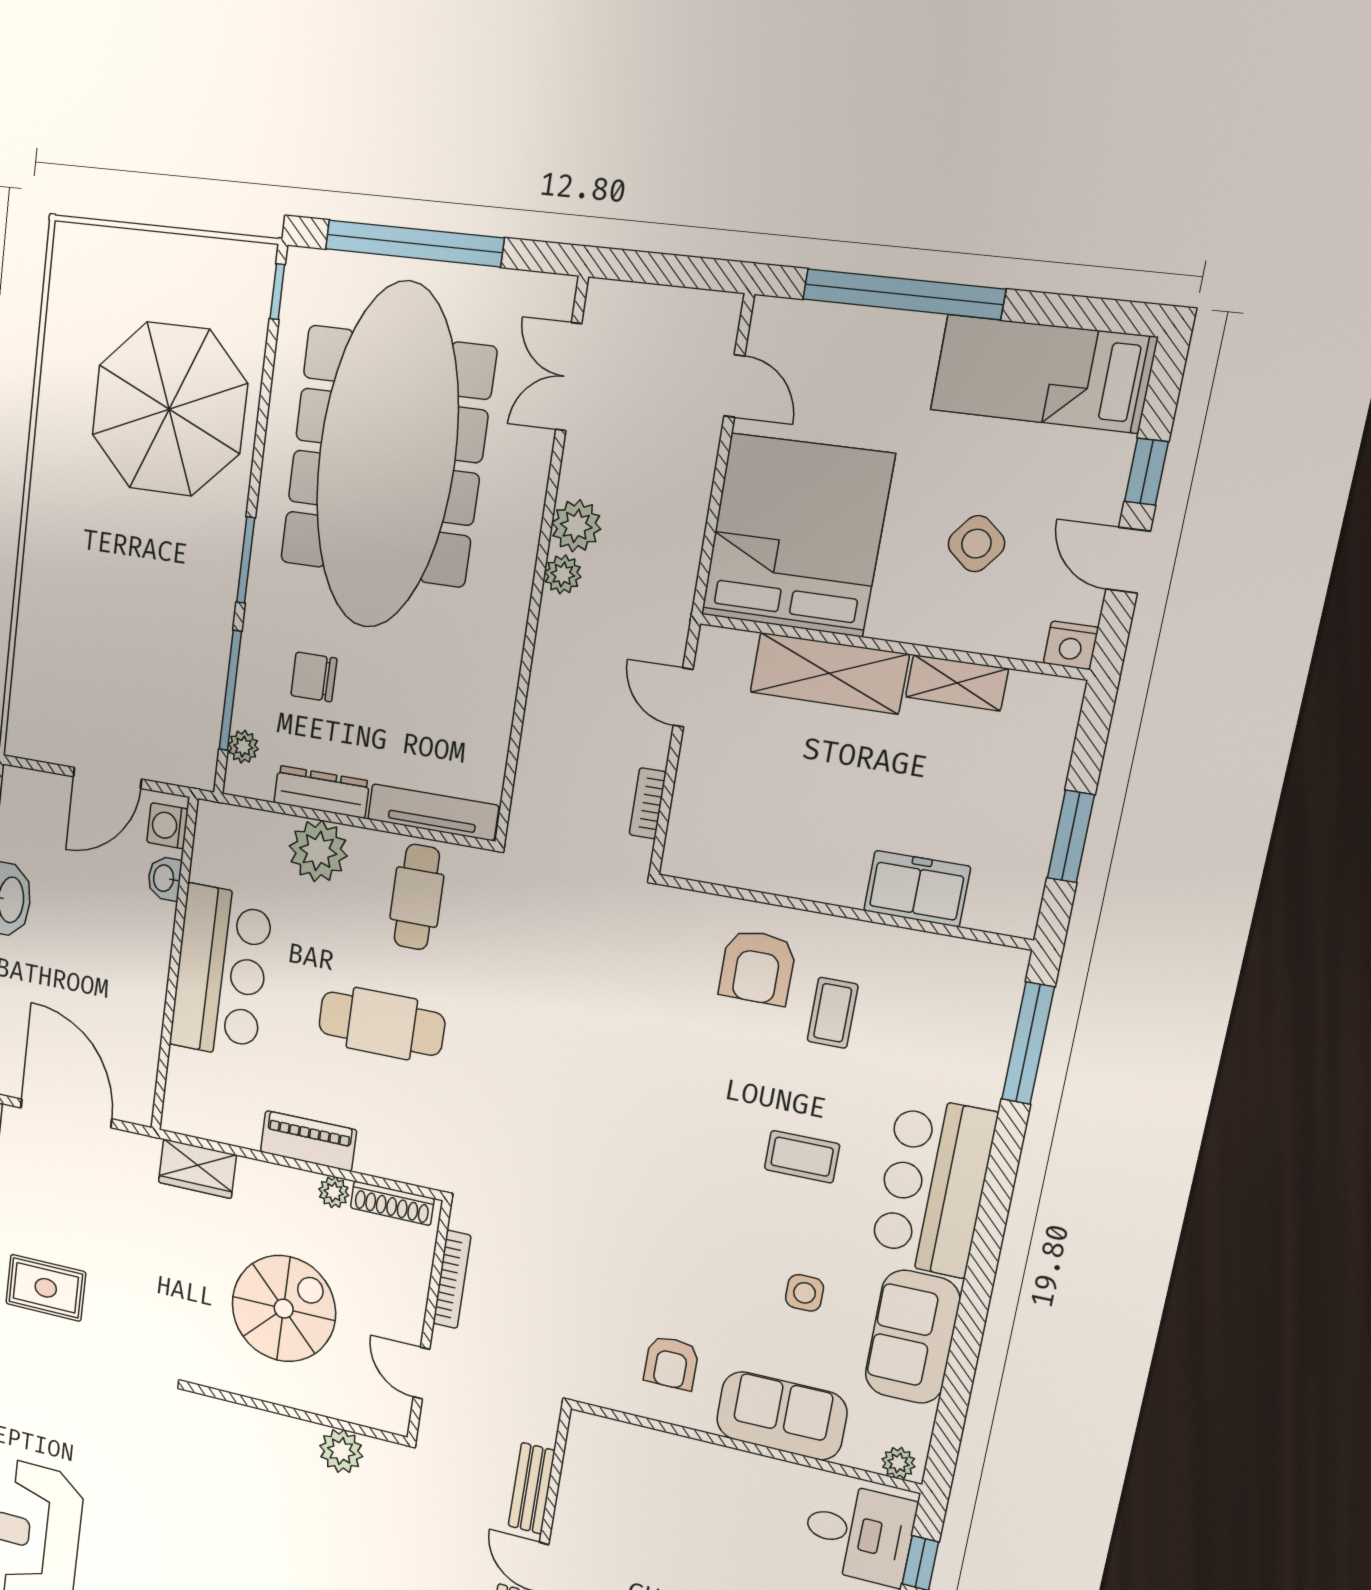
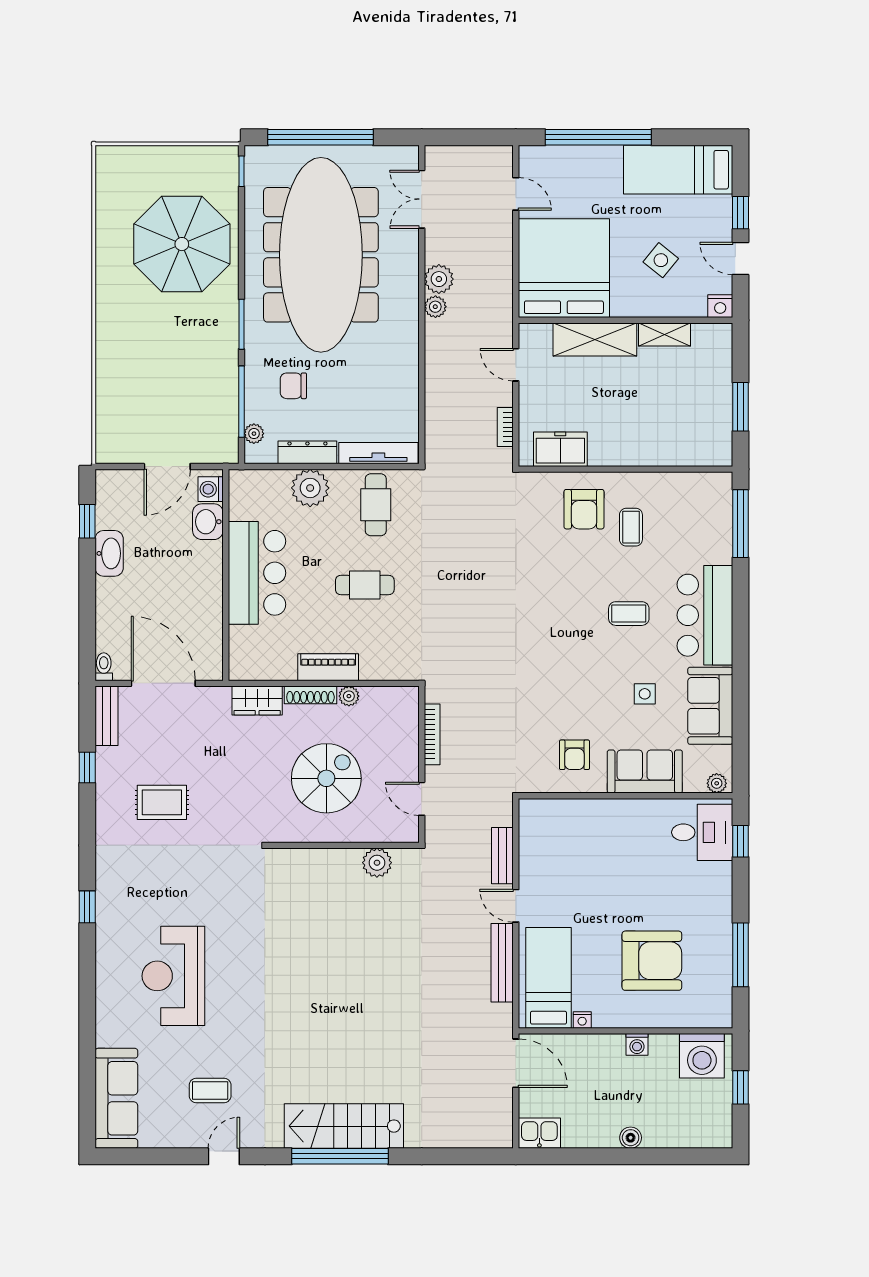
washbasin: (165, 878) -> (208, 522), width x1.38, depth x1.45
freezer: (917, 889) -> (560, 449), moved
cafe table: (382, 1024) -> (365, 585), width x0.73, depth x0.74
shoe rack: (392, 1203) -> (310, 695), moved

